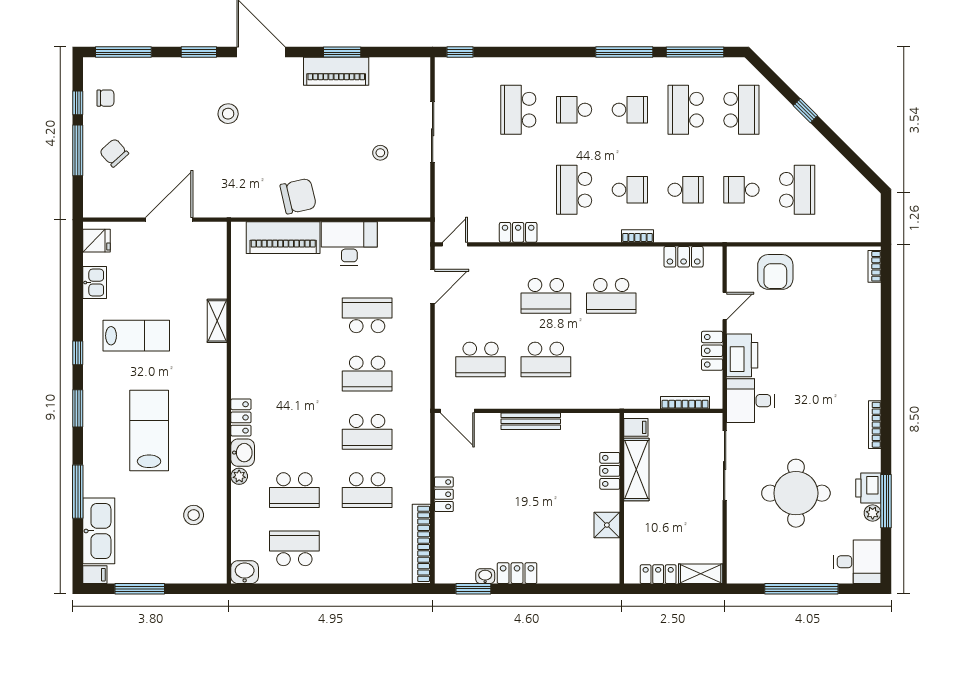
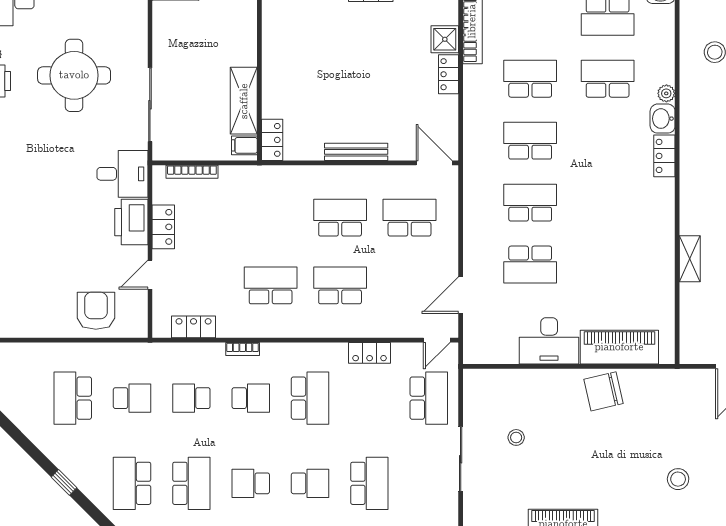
school desk: (462, 190) -> (429, 398), added
school desk: (630, 190) -> (251, 398), turned 180
locker: (610, 471) -> (272, 140), moved
shower: (607, 525) -> (445, 39), moved

